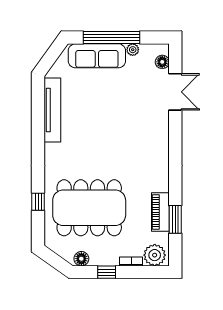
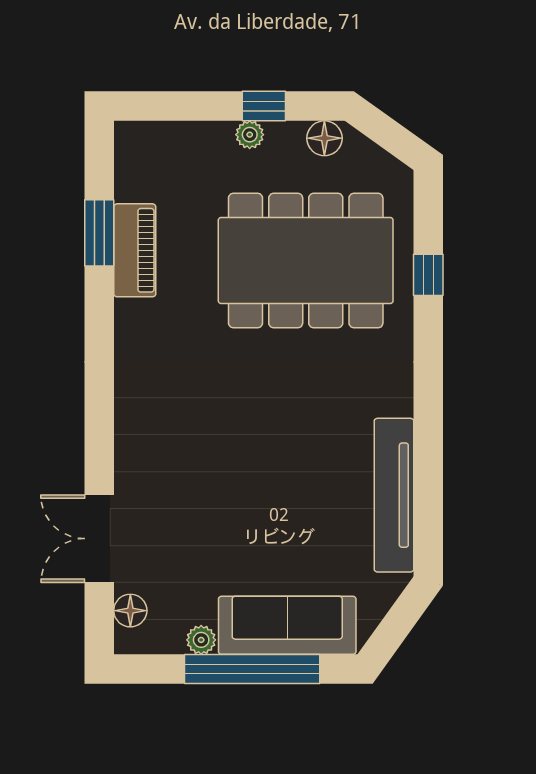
plant: (155, 255) -> (250, 135), moved, width x0.53, depth x0.53
bookcase: (131, 261) -> (205, 132), removed

